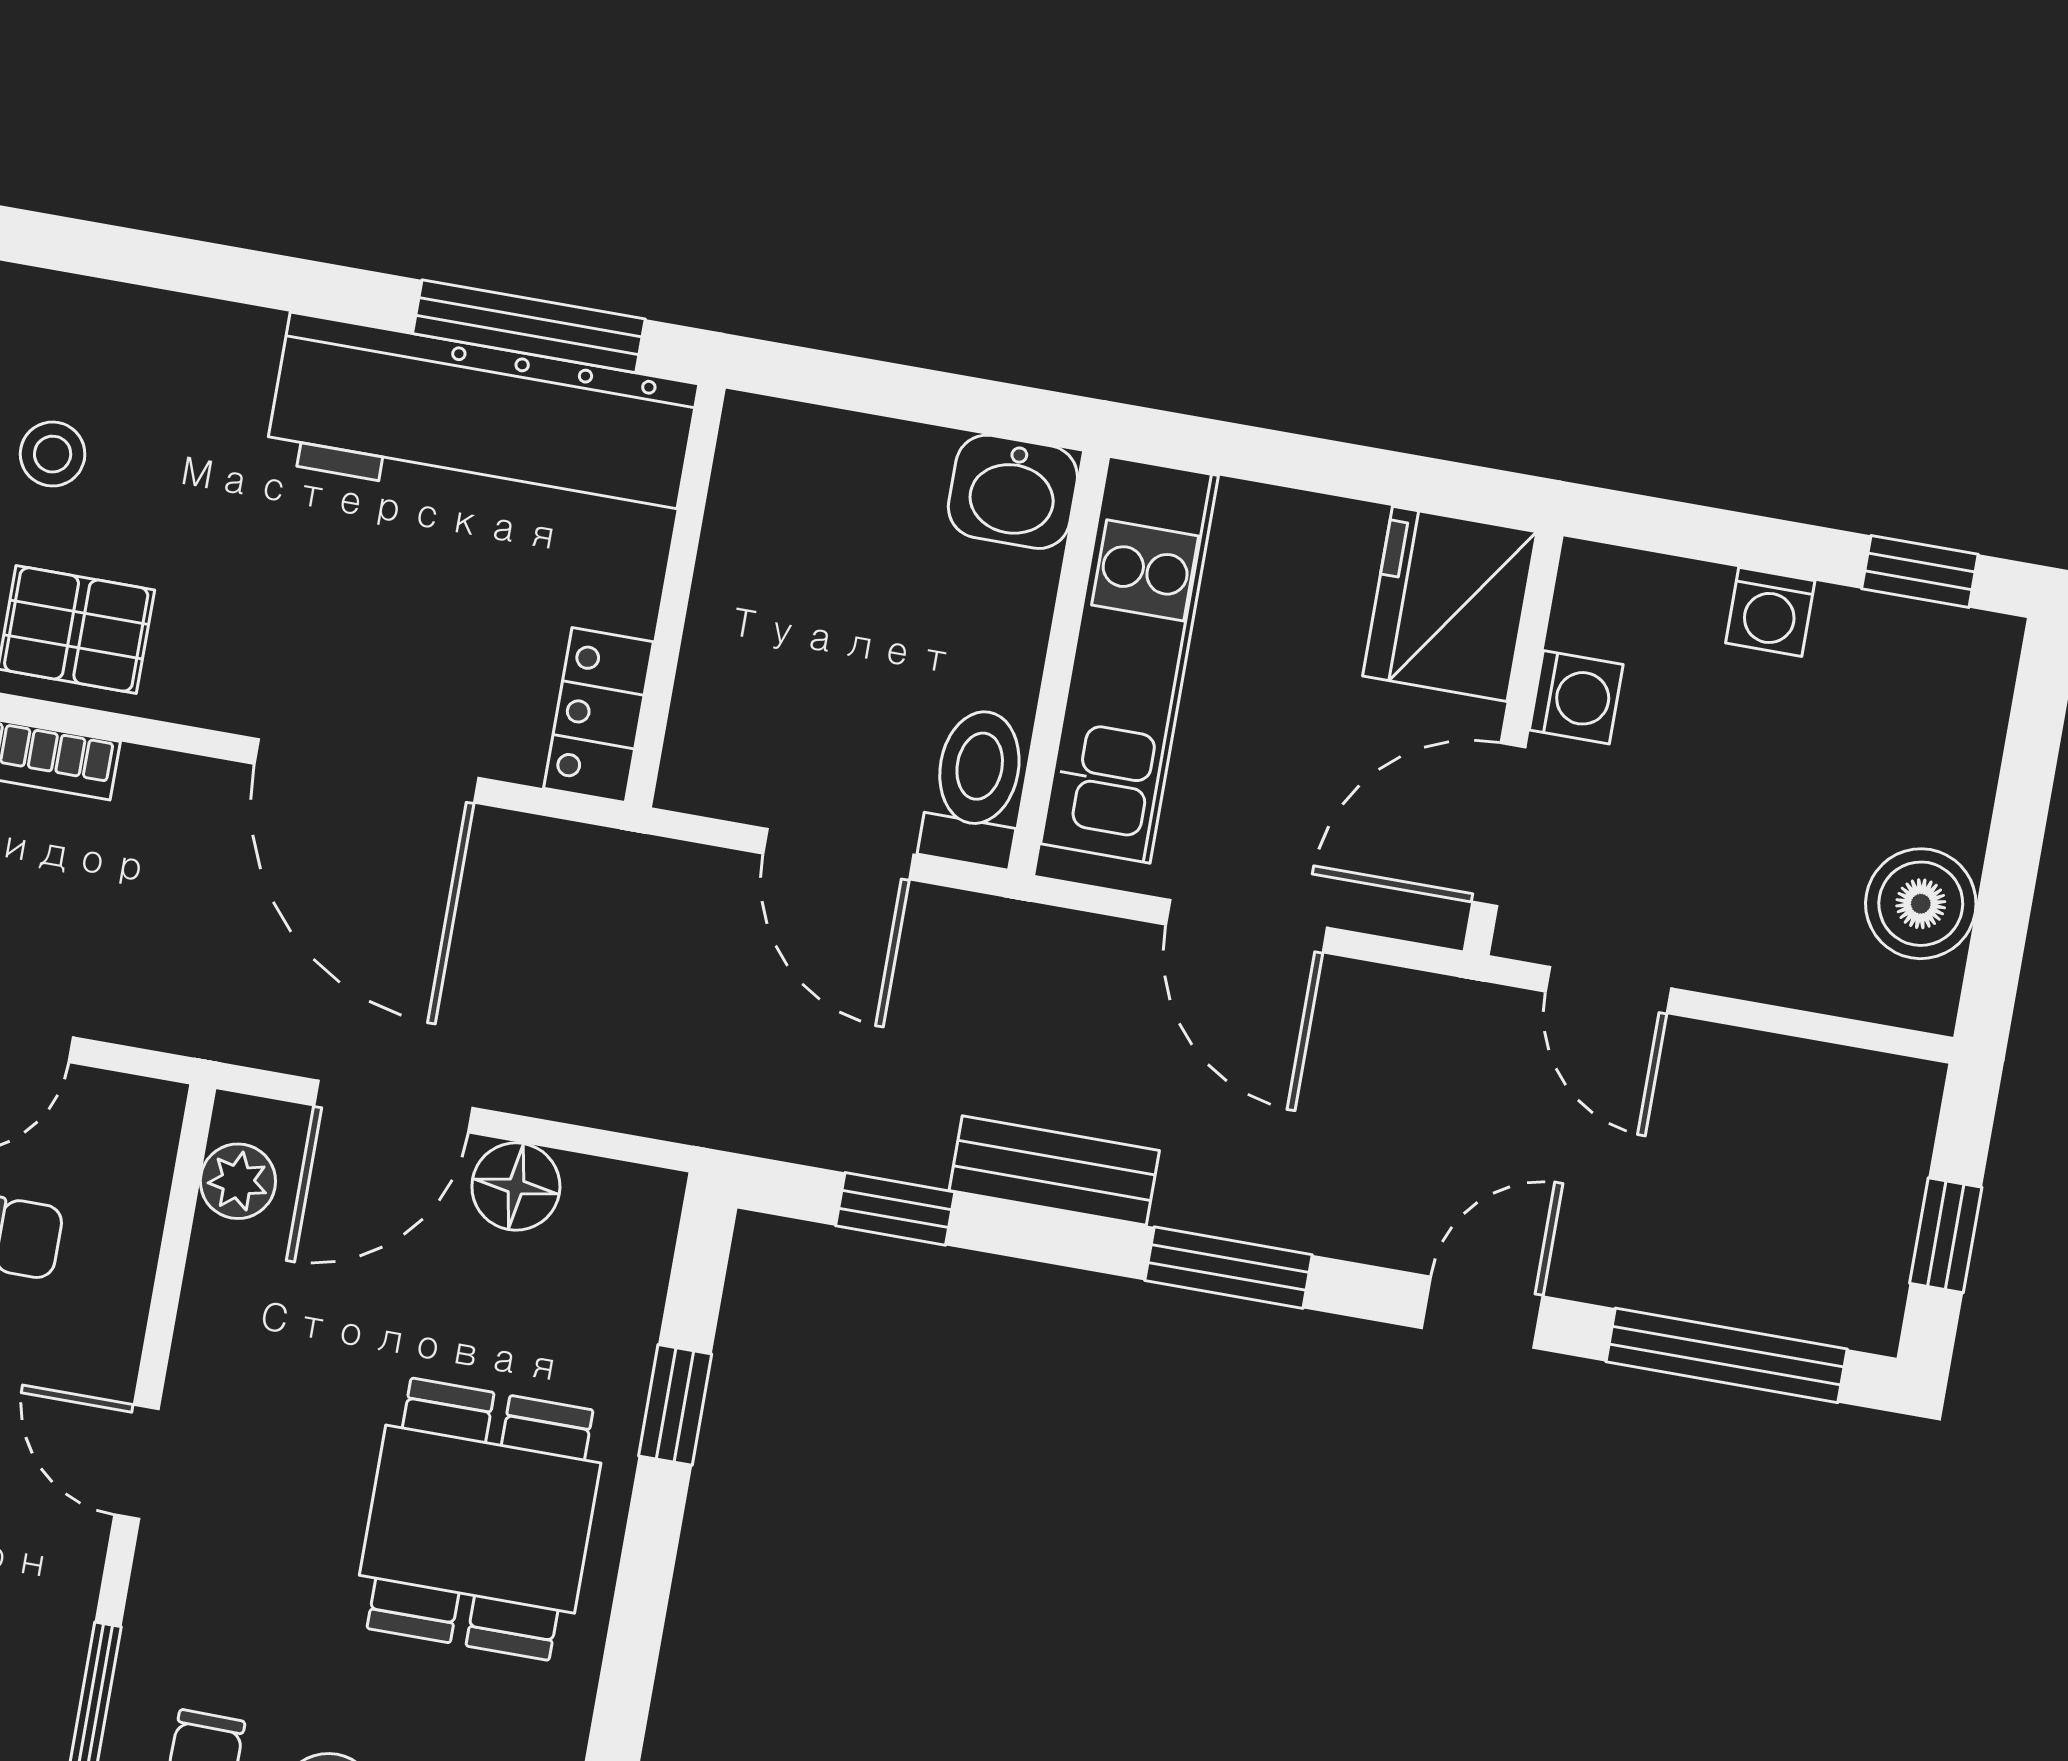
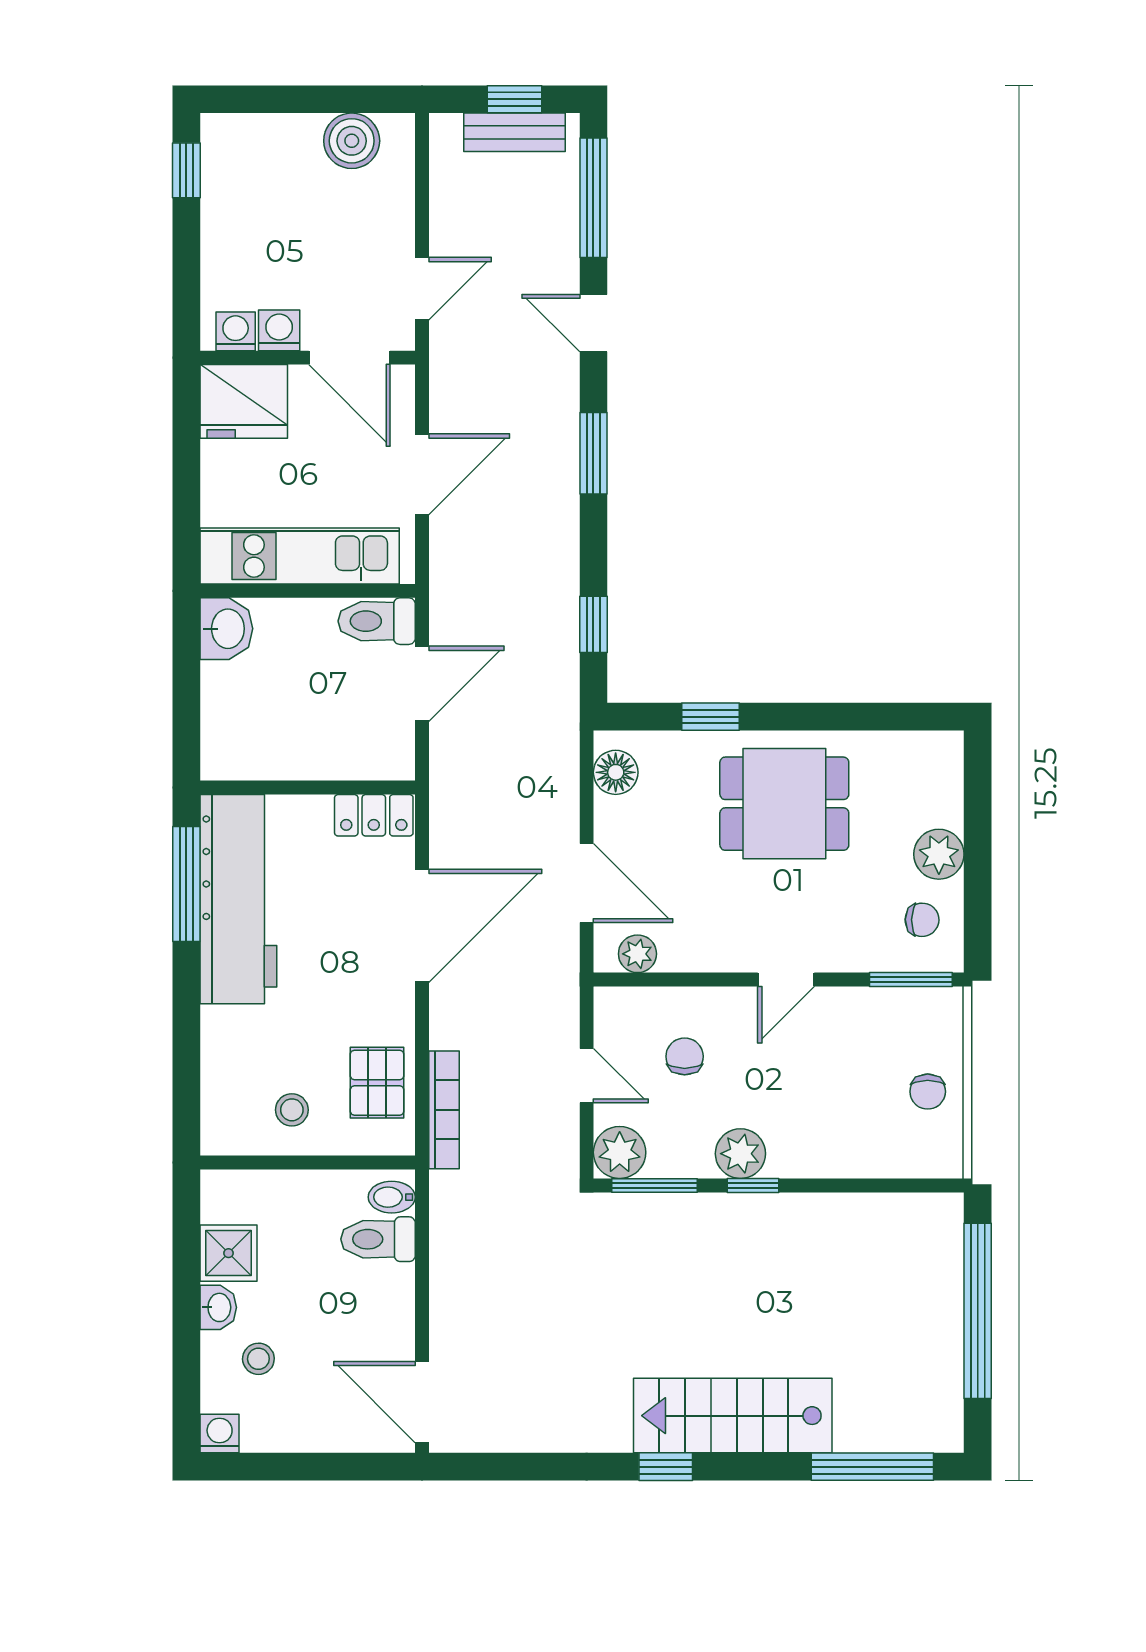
washing machine: (1770, 612) -> (236, 331), moved, turned -90
bench: (1054, 1171) -> (515, 132), moved, turned 90
floor lamp: (516, 1186) -> (616, 772), moved

